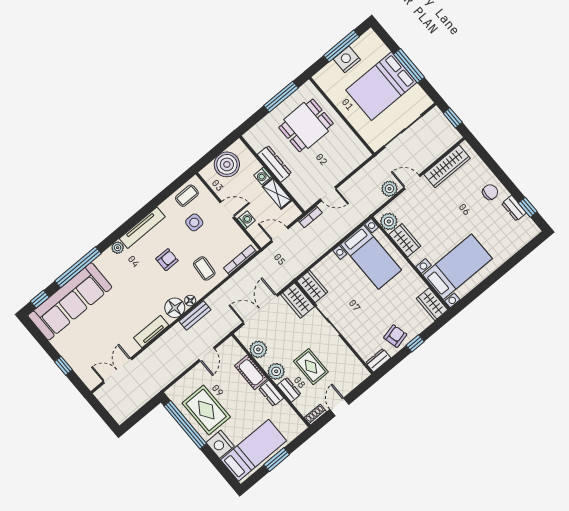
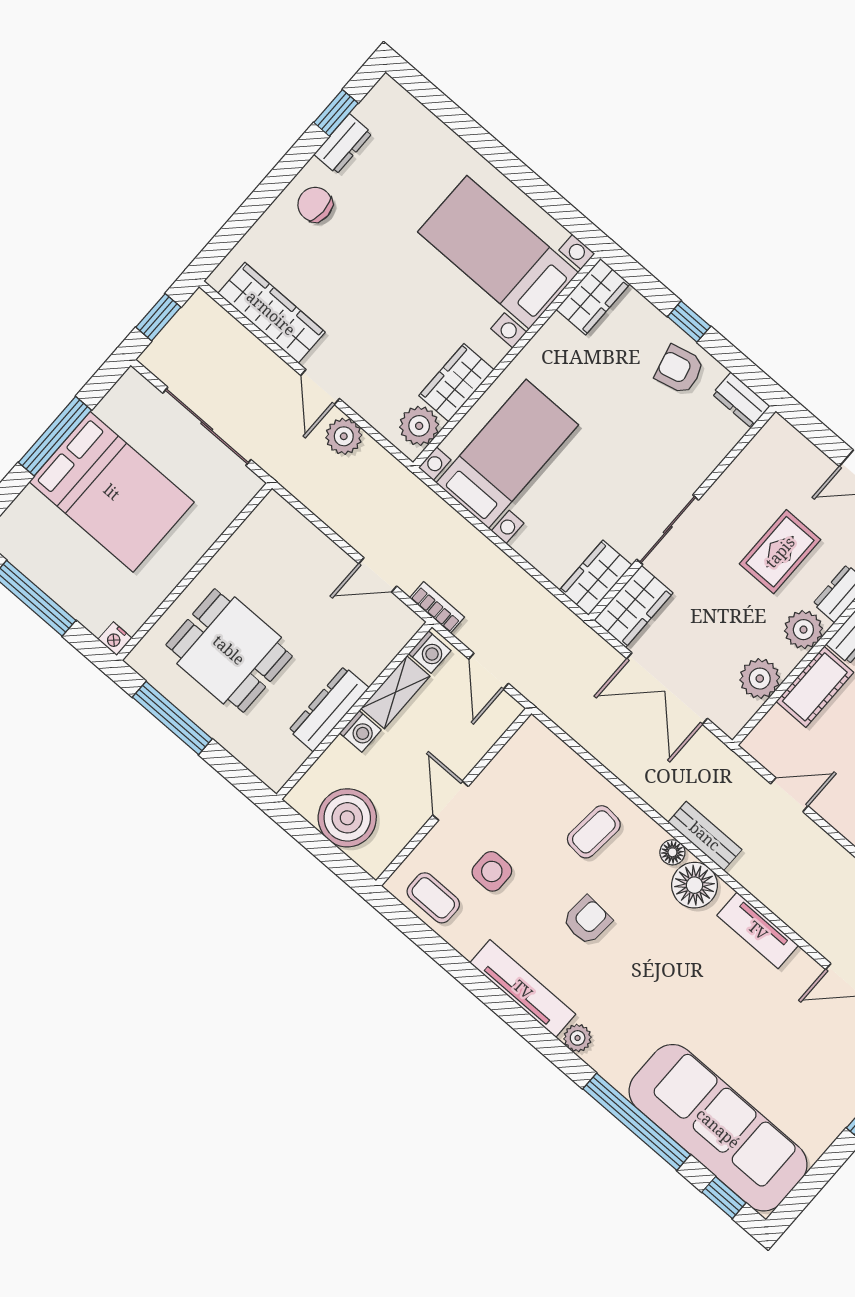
nightstand: (347, 59) -> (115, 639), moved, width x0.53, depth x0.56
door: (328, 194) -> (378, 575), swing flipped
washing machine: (246, 220) -> (430, 652), moved, turned 180
armchair: (167, 260) -> (587, 920), turned 94
bookcase: (240, 260) -> (561, 753), removed

